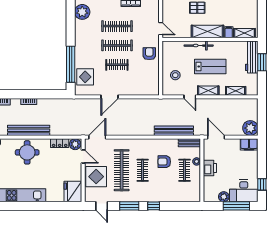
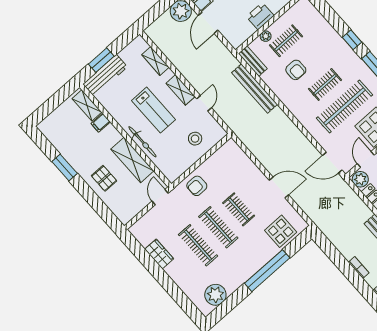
shelving: (208, 31) -> (132, 160), moved
window: (71, 64) -> (267, 271), moved
lab bench: (210, 67) -> (154, 110), turned 180
door: (216, 137) -> (208, 23), moved

